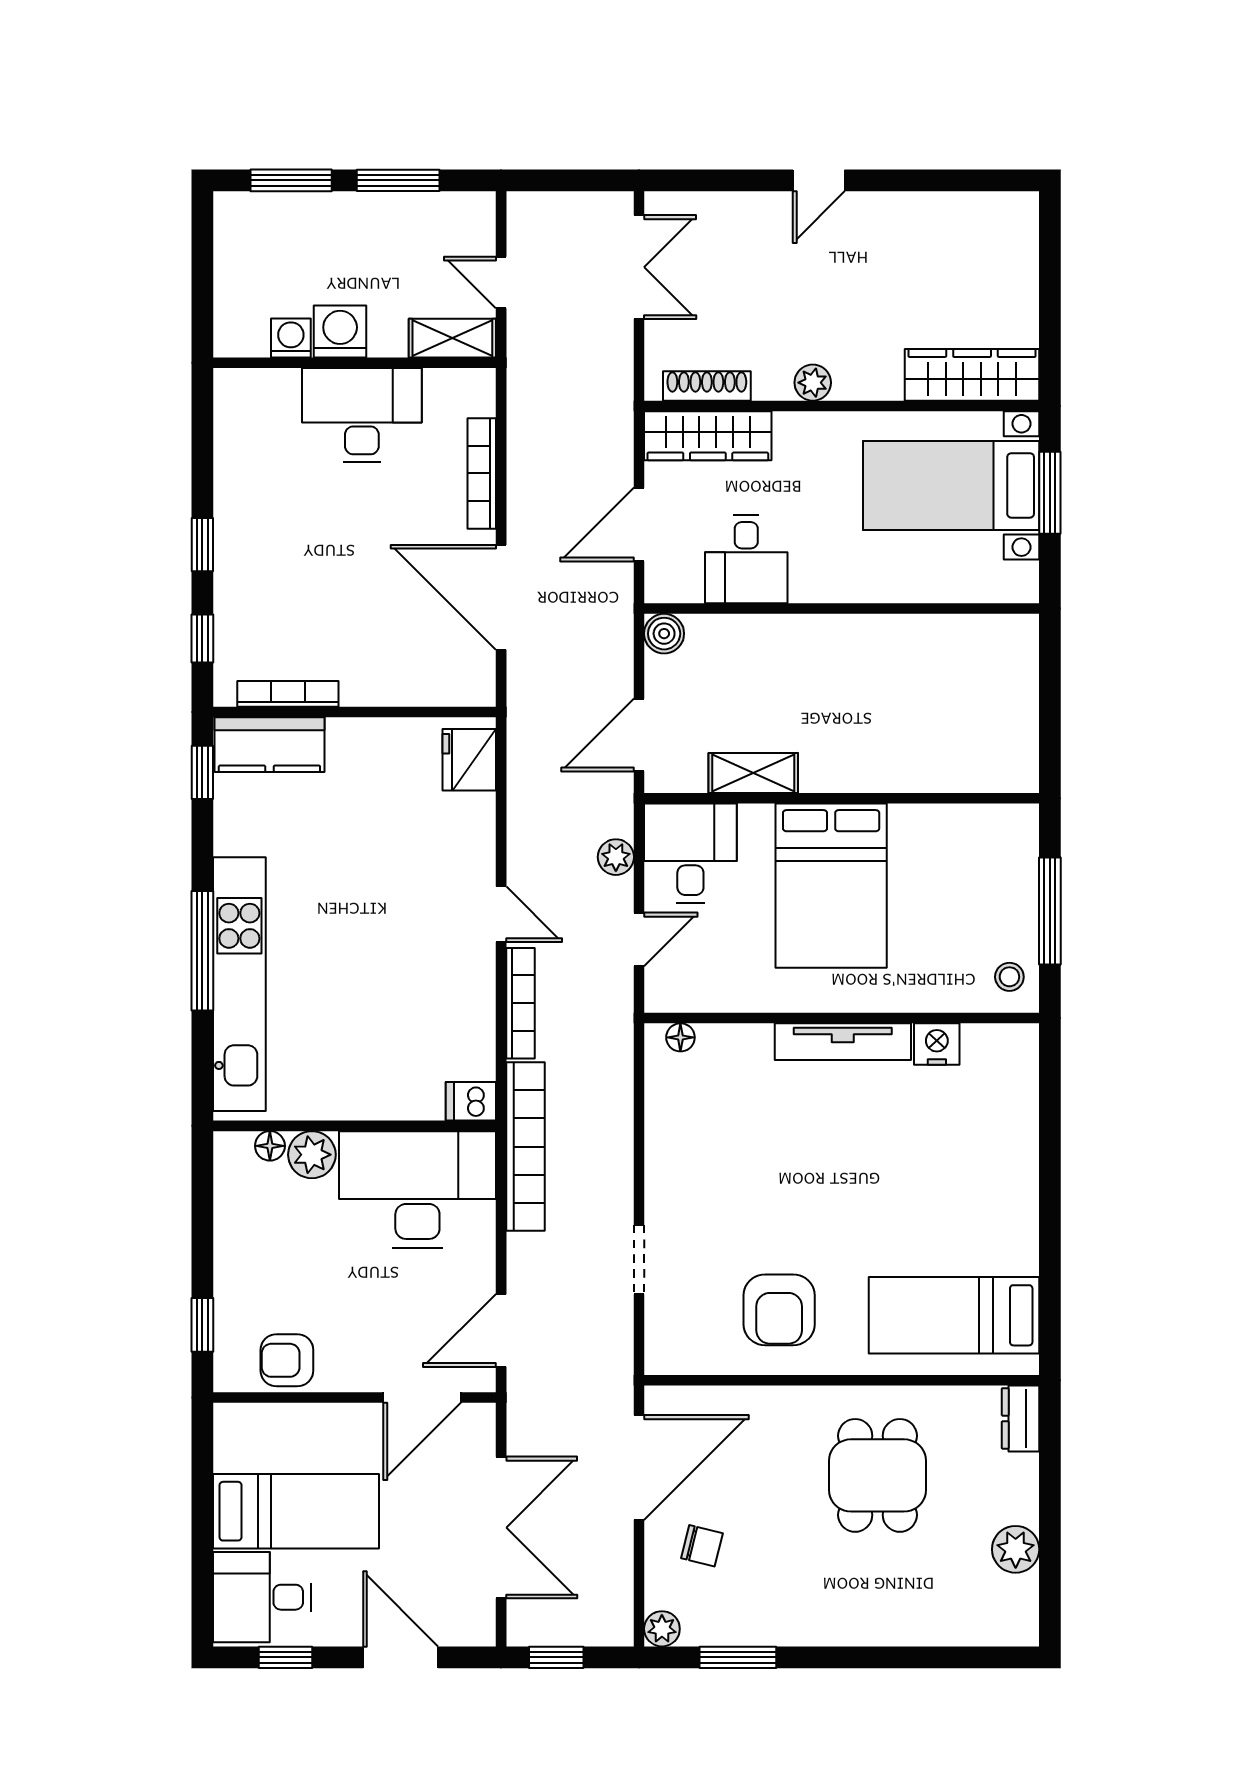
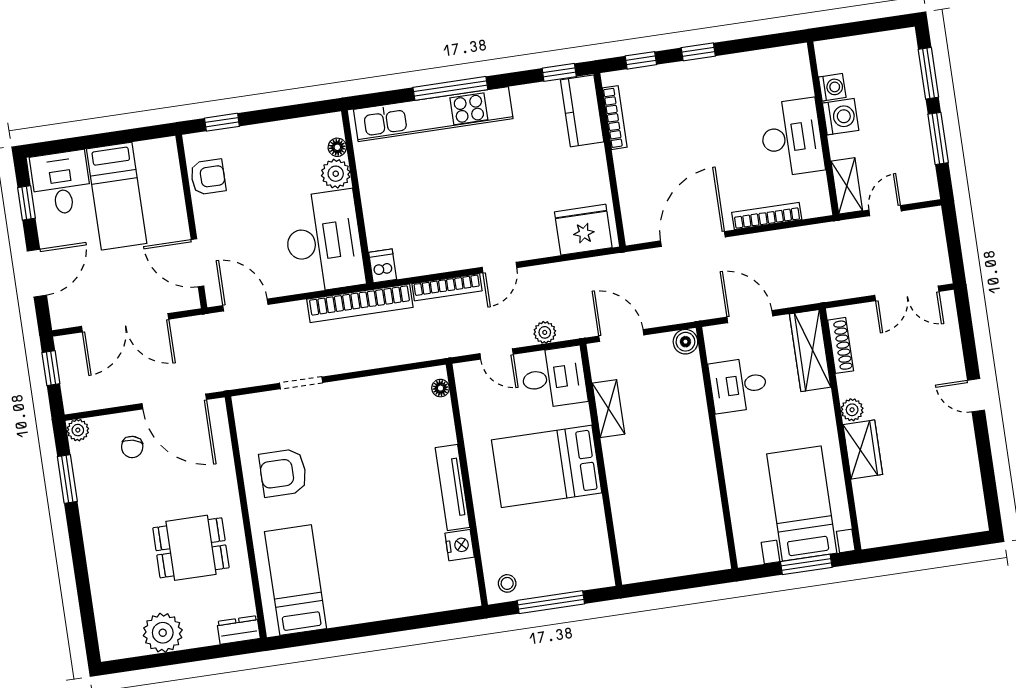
wardrobe: (972, 375) -> (863, 450), moved, width x0.67
fridge: (469, 760) -> (583, 230), width x1.36, depth x1.34
armchair: (287, 1360) -> (208, 177), turned 90
plant: (1016, 1549) -> (163, 633), width x1.36, depth x1.36

